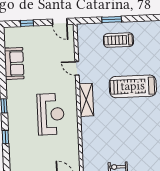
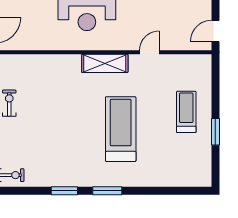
window: (112, 20) -> (215, 132), moved

